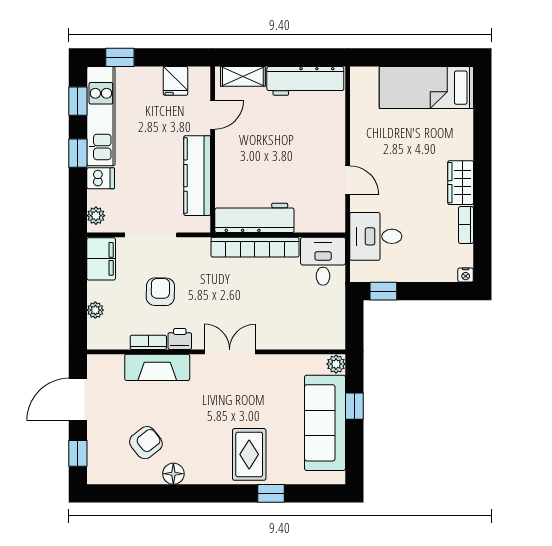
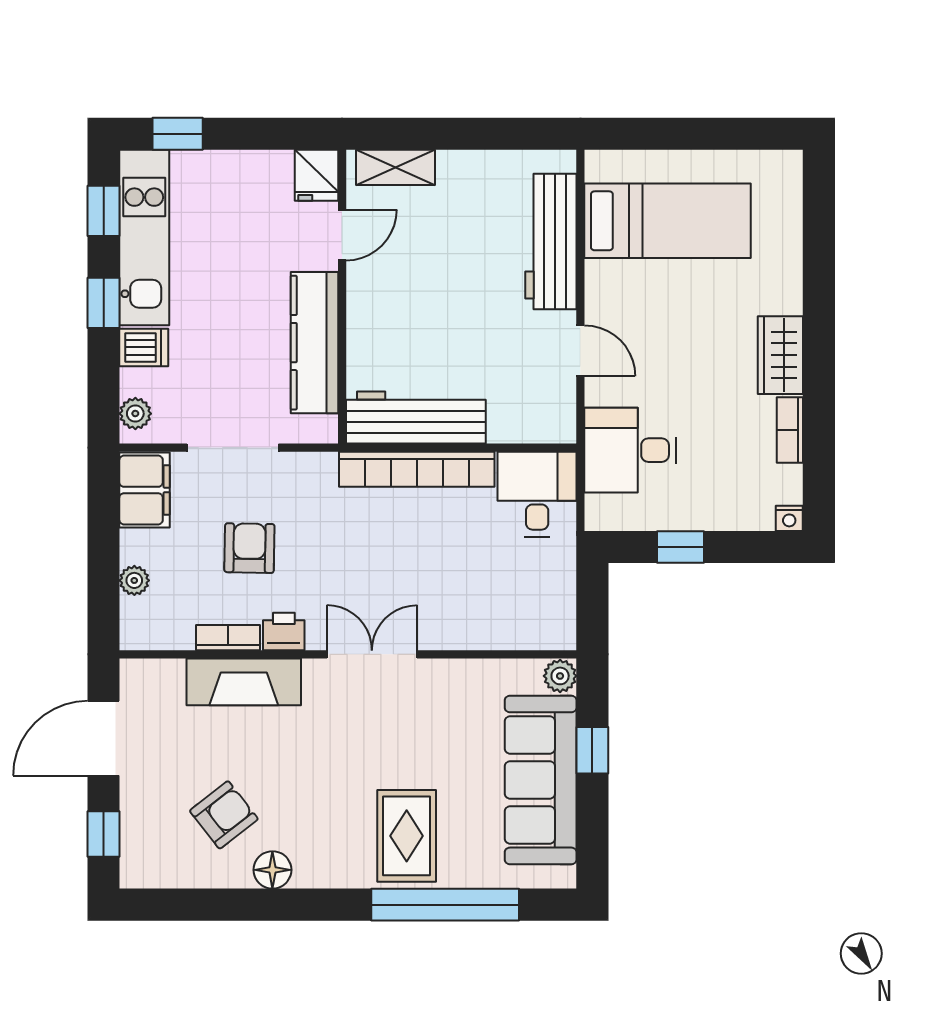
fridge: (175, 81) -> (317, 175), moved
workbench: (305, 81) -> (551, 242), moved, turned 90
bed: (426, 88) -> (668, 221), moved, turned 180
window: (383, 291) -> (681, 547), moved
window: (271, 493) -> (445, 905), width x3.17

